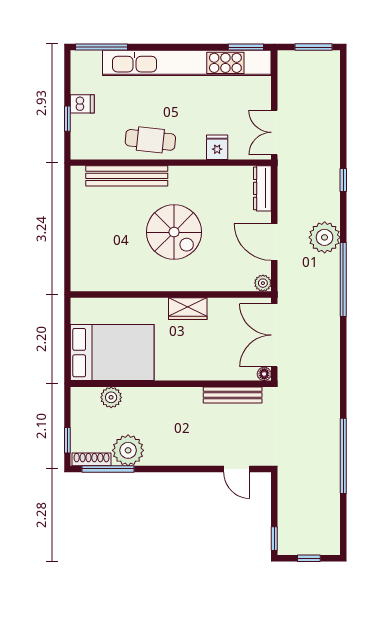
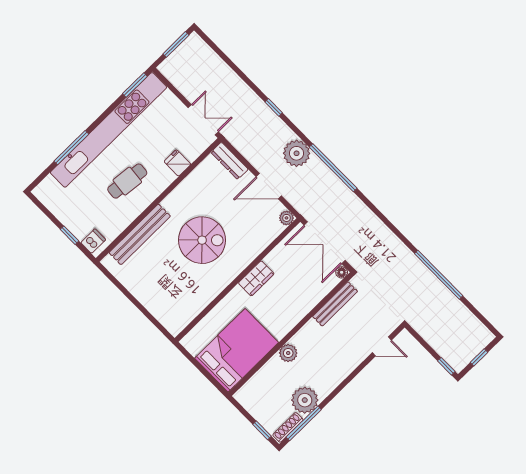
window: (102, 47) -> (71, 148), moved
dishwasher: (82, 104) -> (93, 241), moved
double door: (274, 132) -> (203, 120), swing flipped
cafe table: (150, 140) -> (127, 181), moved
plant: (111, 397) -> (288, 353), moved

